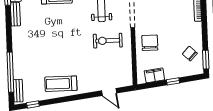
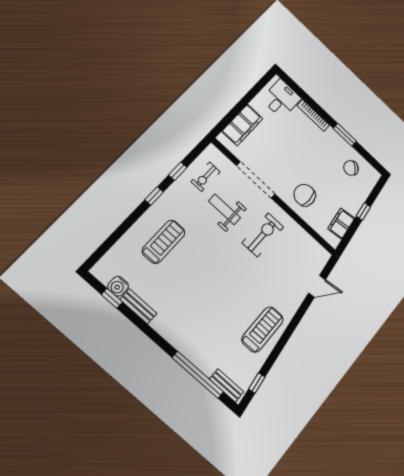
exercise bike: (108, 41) -> (263, 235), turned 180
window: (206, 60) -> (345, 135), moved
treadmill: (61, 84) -> (263, 329), turned 180

